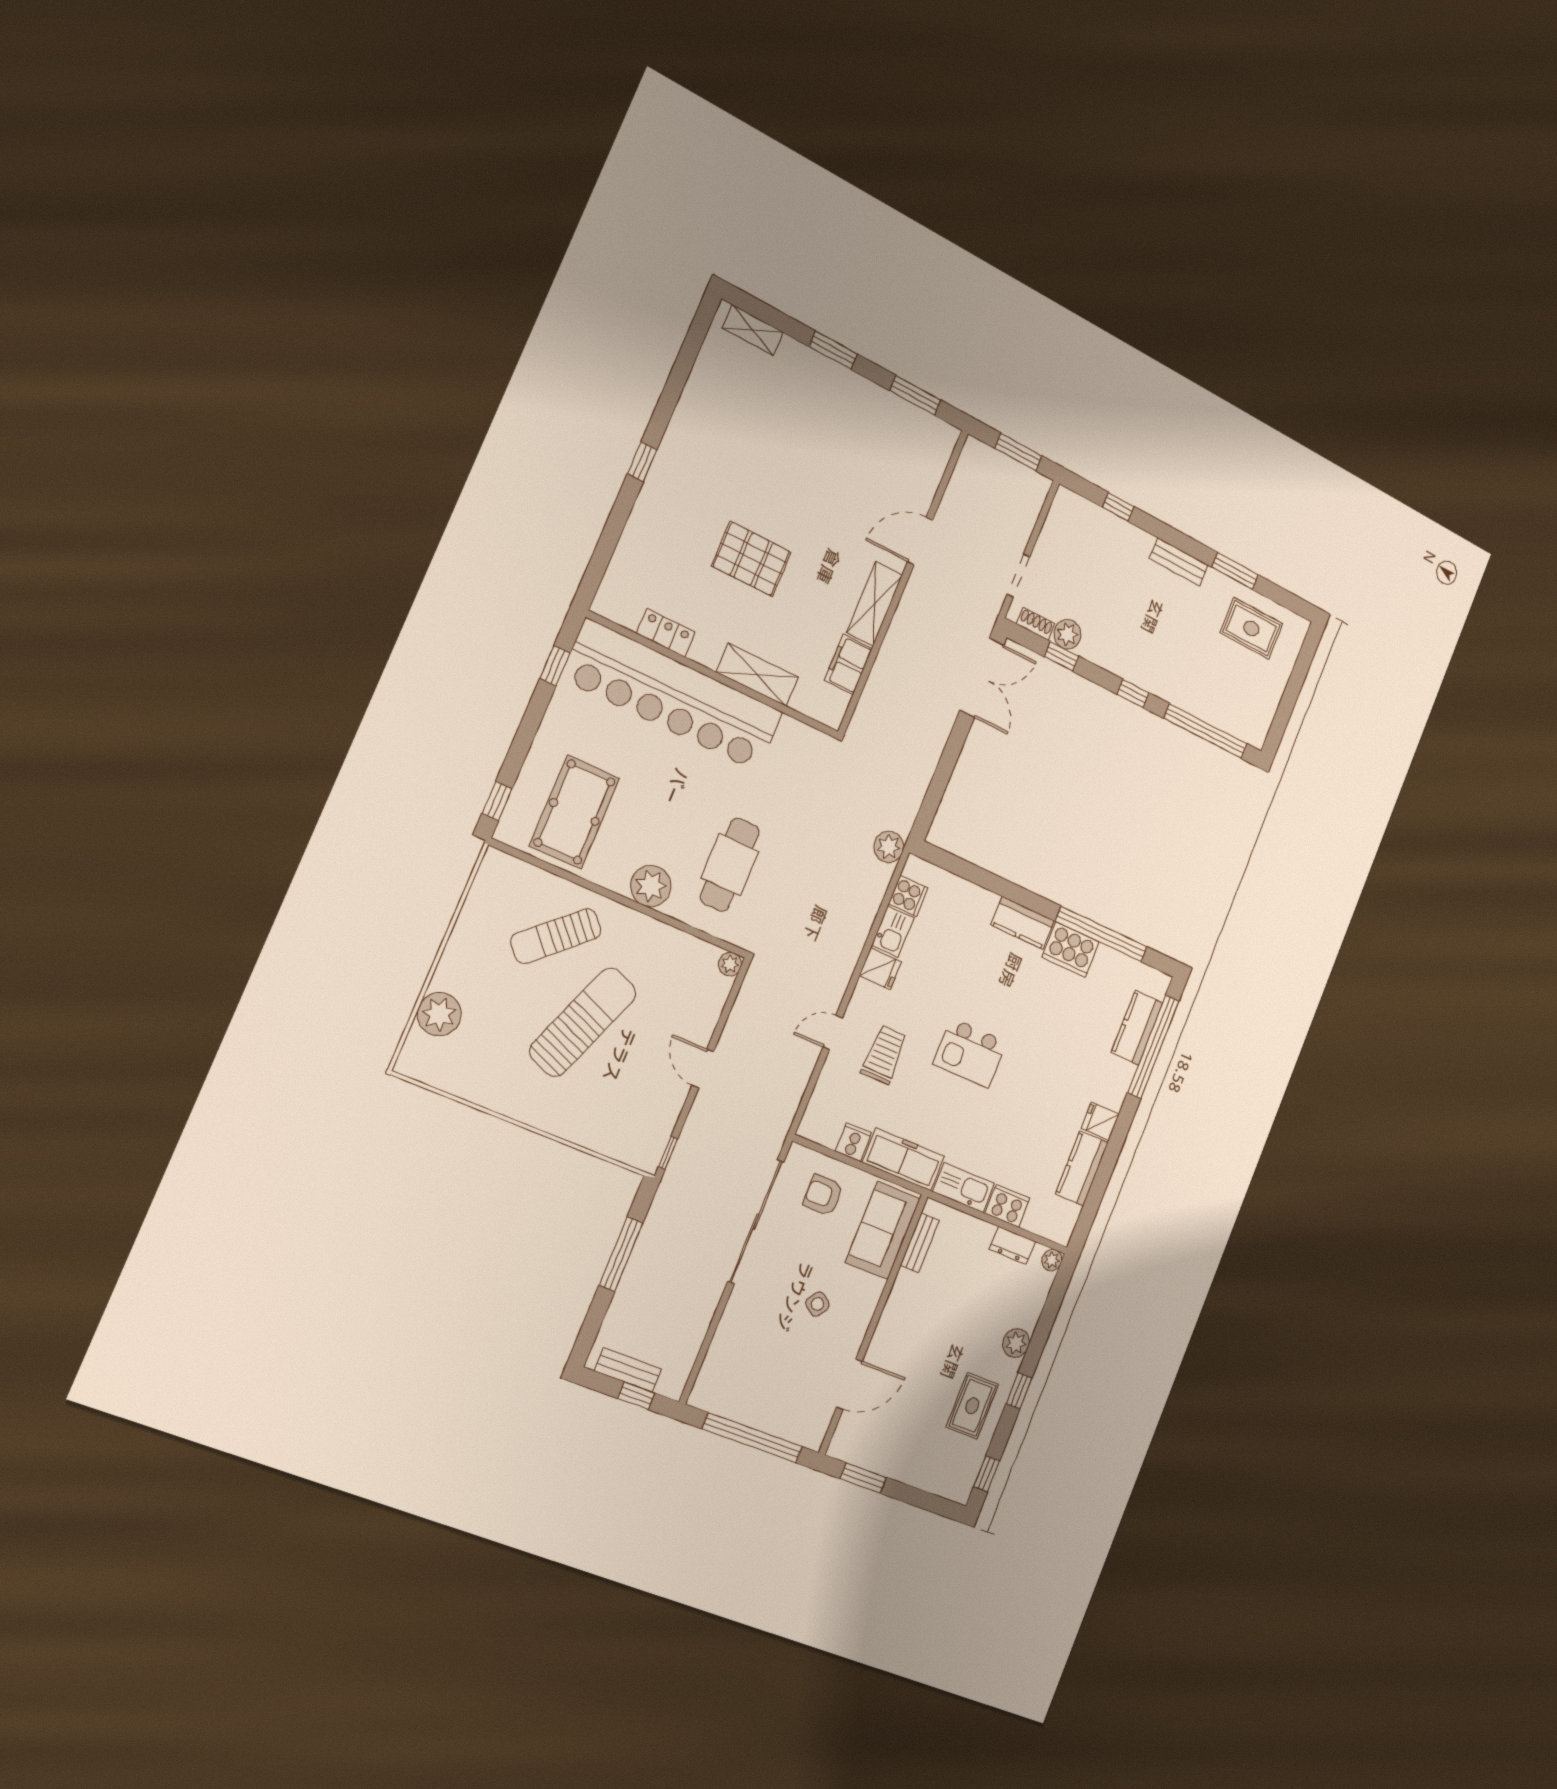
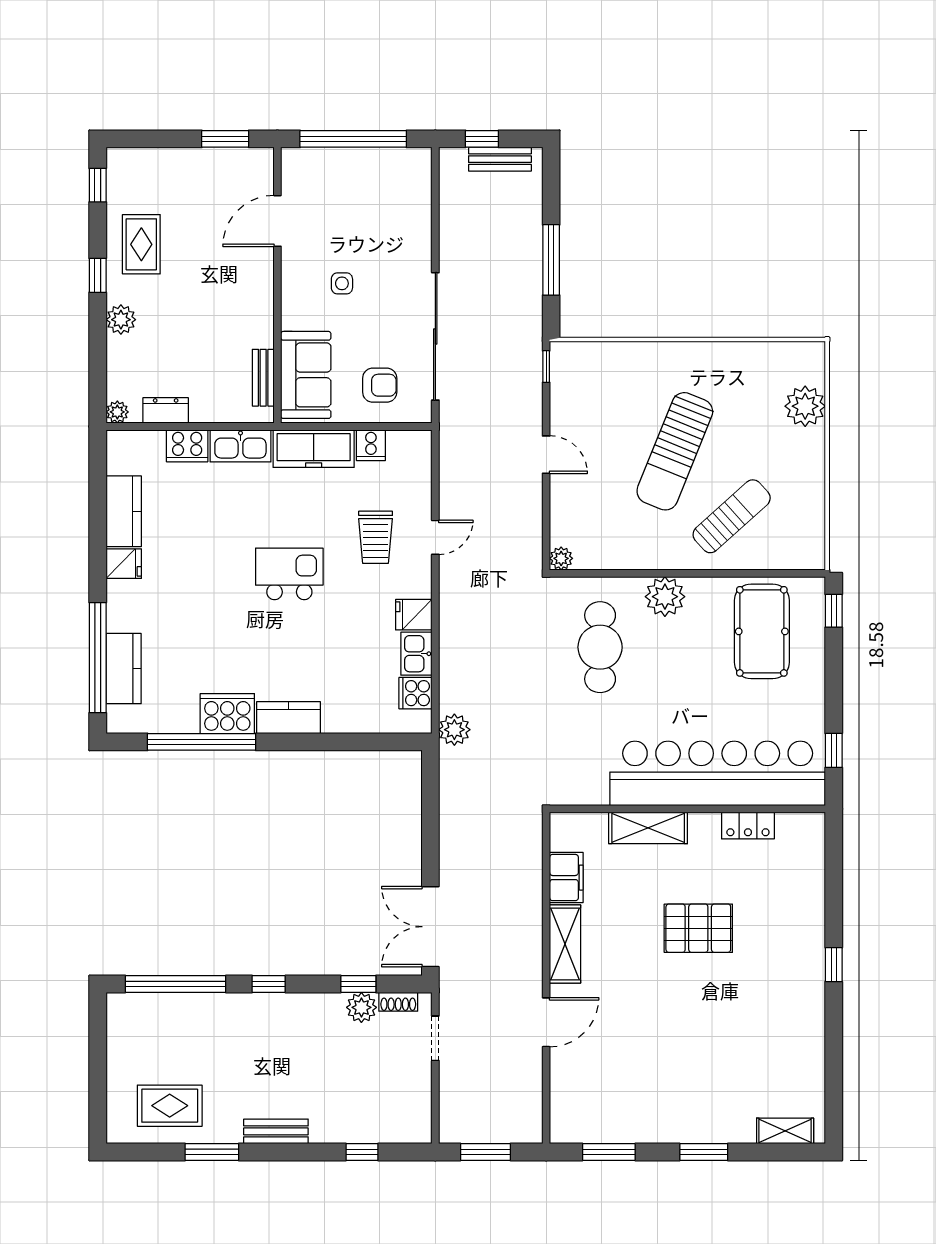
side table: (817, 1304) -> (342, 283), turned -36

